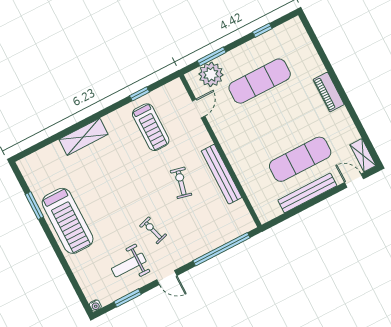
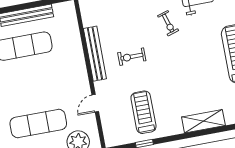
door: (199, 109) -> (95, 103), moved
exercise bike: (181, 183) -> (132, 57), turned 77

